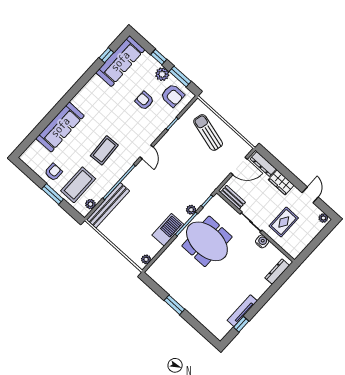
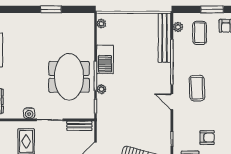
coffee table: (104, 150) -> (197, 88), moved
coffee table: (78, 185) -> (200, 33), width x0.73, depth x0.76
meeting table: (207, 241) -> (69, 77), turned 90

